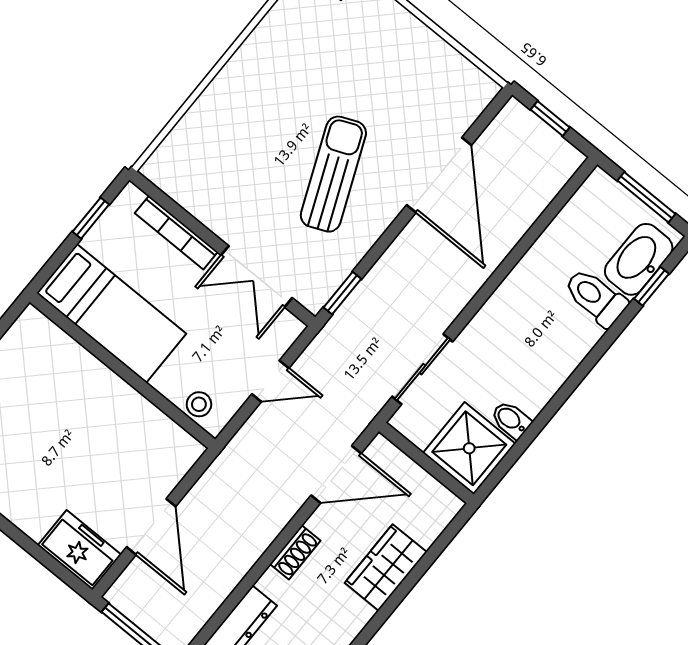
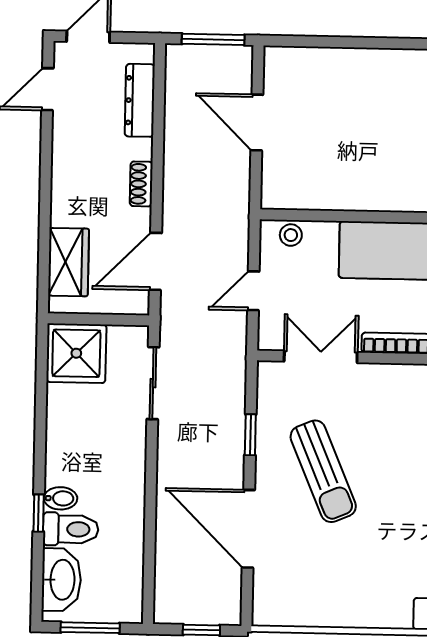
window: (651, 286) -> (39, 513), moved
window: (342, 293) -> (250, 435), moved
bidet: (511, 420) -> (61, 498), moved
freezer: (79, 550) -> (295, 67), removed
wardrobe: (386, 567) -> (69, 262), moved

